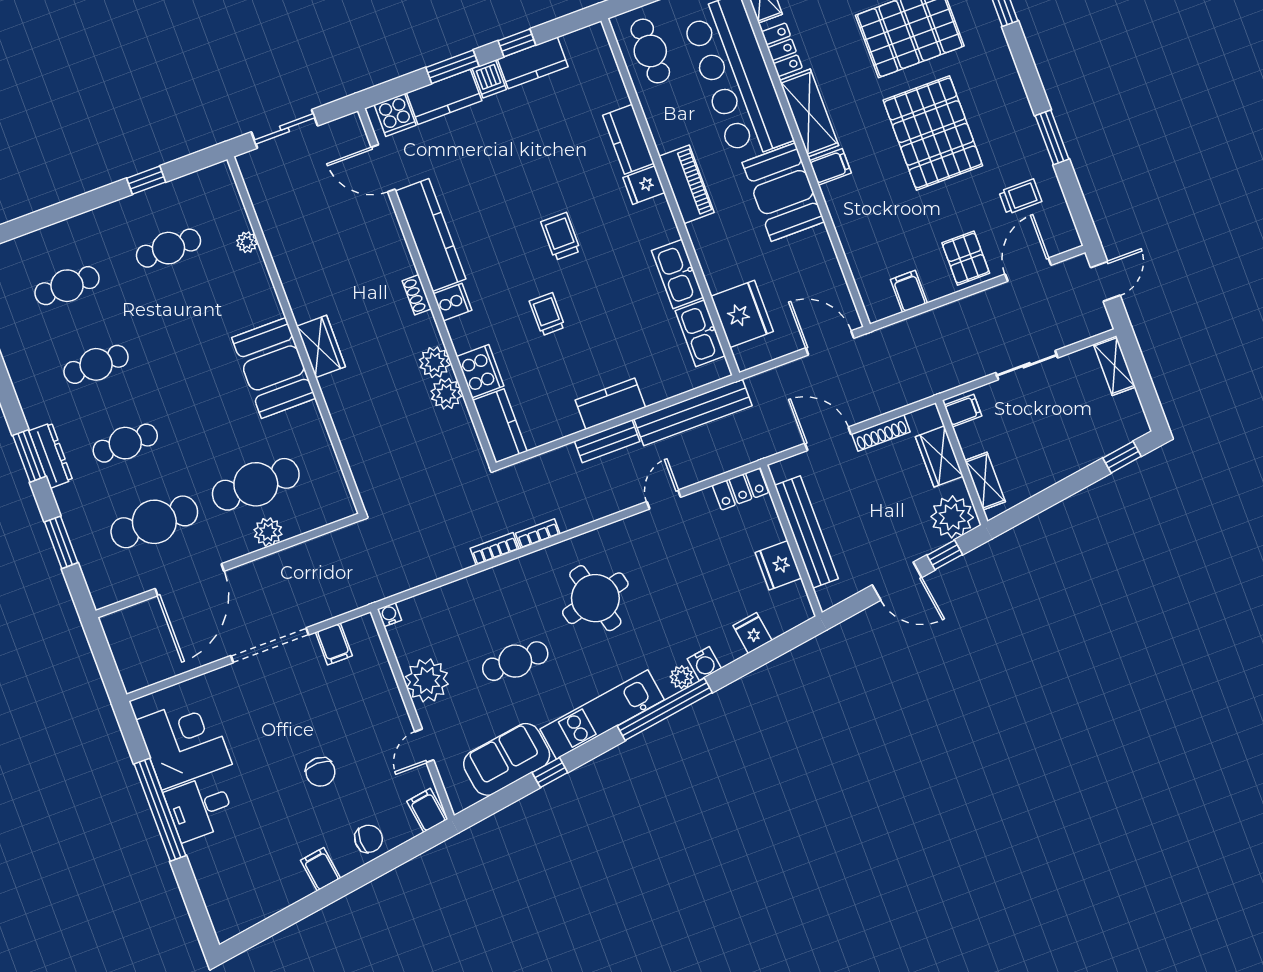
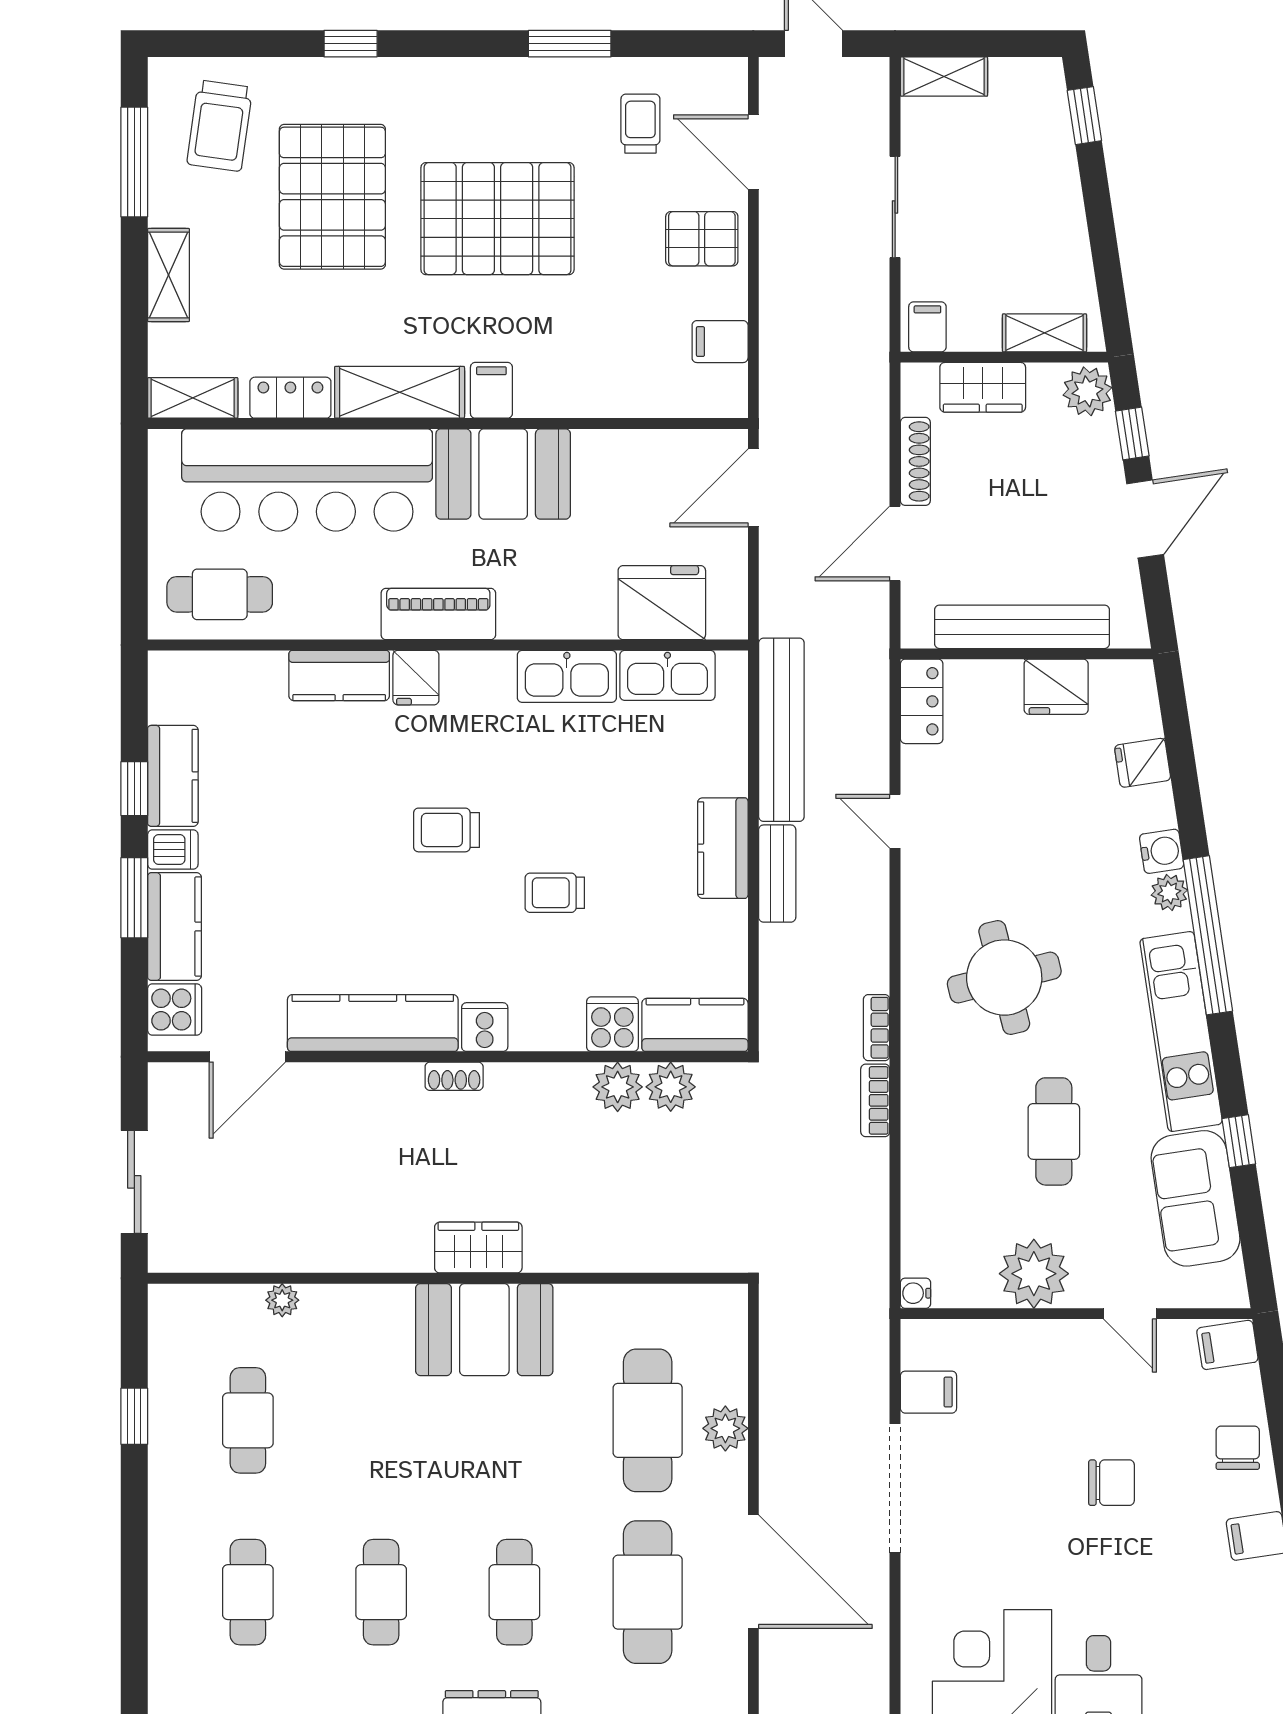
plant: (435, 362) -> (671, 1087), moved
cooker: (480, 371) -> (612, 1024), width x0.73
plant: (952, 517) -> (1087, 391), width x0.73, depth x0.73

